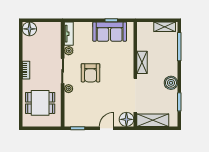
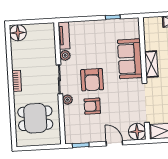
sofa: (110, 32) -> (130, 59), moved, turned 90
armchair: (89, 95) -> (92, 106), added
door: (107, 128) -> (114, 143), hinge flipped

